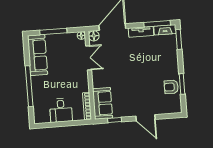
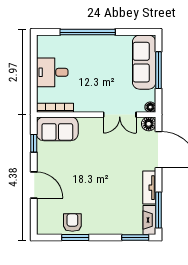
sofa: (38, 55) -> (144, 62), moved, turned 90
door: (146, 118) -> (34, 185), swing flipped

